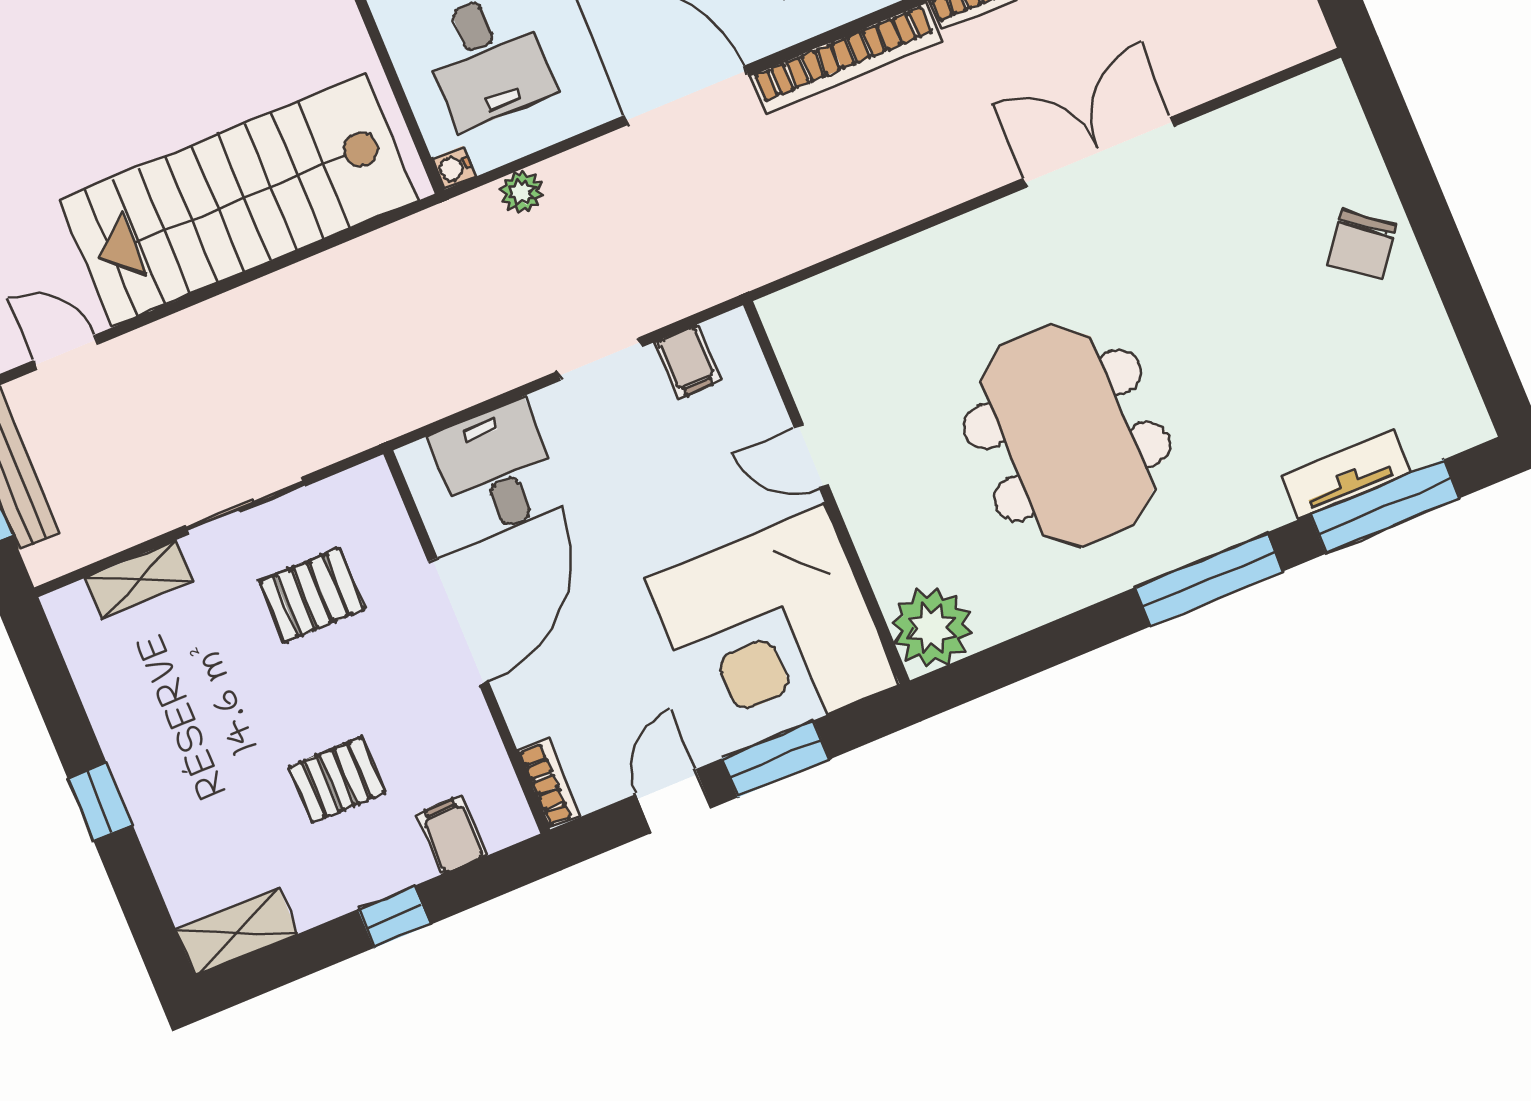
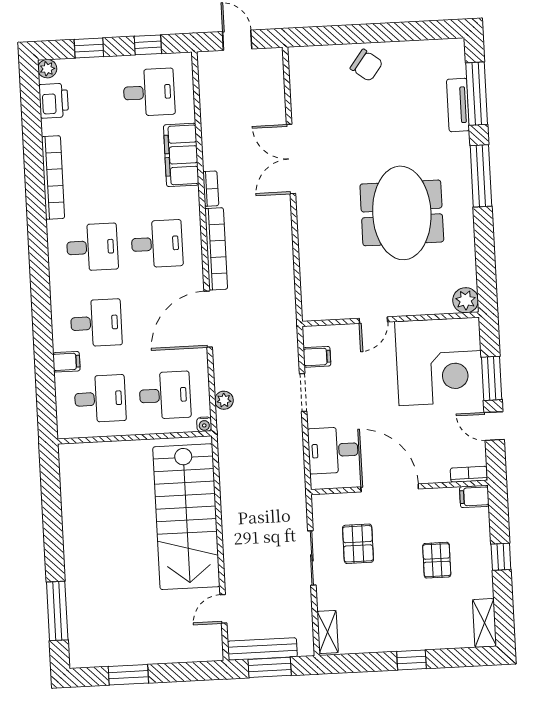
meeting table: (1067, 435) -> (402, 213), turned 90
shelving: (139, 579) -> (328, 632), moved
plant: (932, 628) -> (466, 300), width x0.73, depth x0.73
filing cabinet: (452, 835) -> (474, 496), moved

